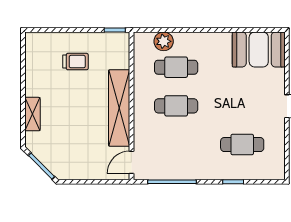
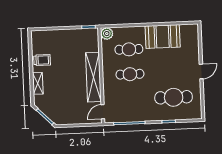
plant: (164, 41) -> (107, 34), moved
booth: (259, 49) -> (163, 36), moved
trolley: (75, 62) -> (42, 60), moved
cafe table: (242, 145) -> (174, 97), width x1.37, depth x1.35

